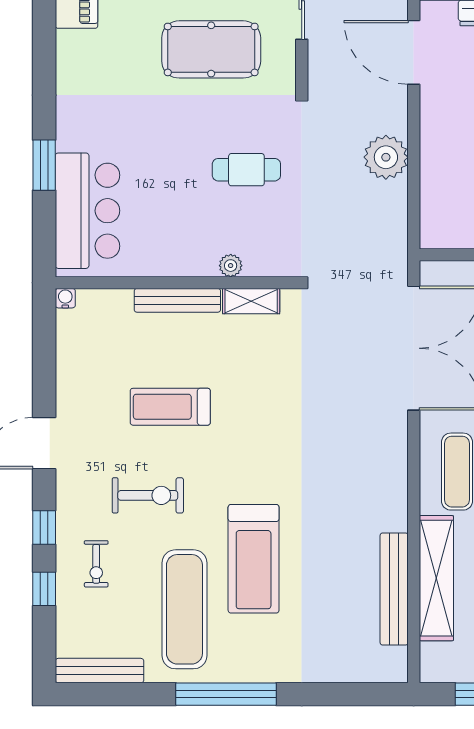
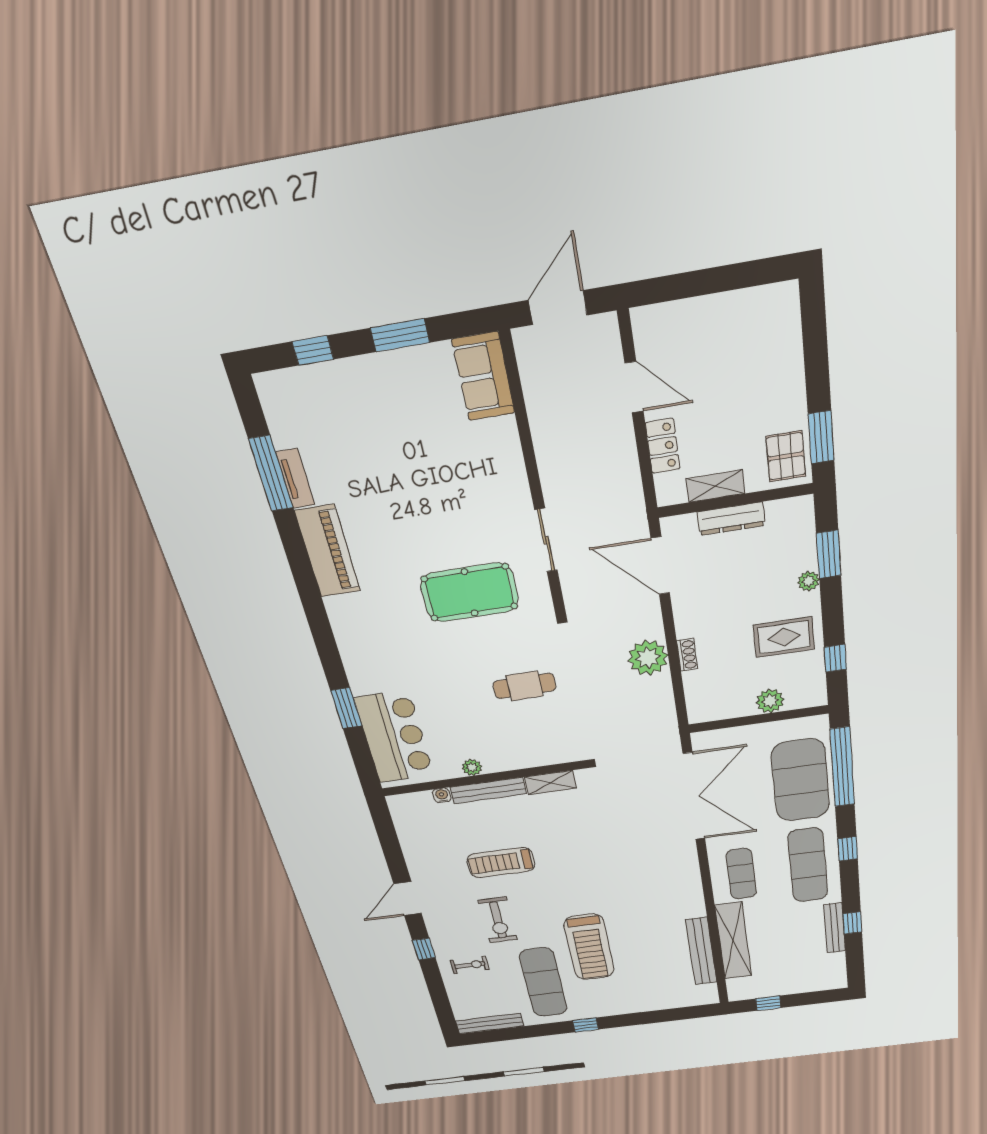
shoe rack: (429, 161) -> (687, 655), added
plant: (231, 266) -> (472, 767), moved
water cooler: (65, 298) -> (442, 795), moved
exercise bike: (148, 495) -> (498, 920), turned 90
exercise bike: (96, 564) -> (470, 965), turned -90
window: (44, 589) -> (435, 984), removed
window: (226, 694) -> (586, 1025), width x0.32

